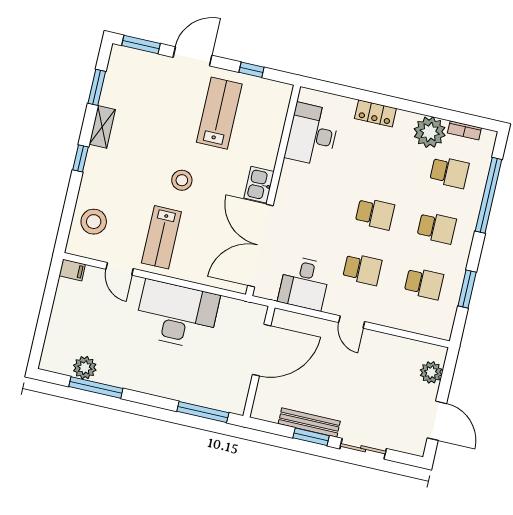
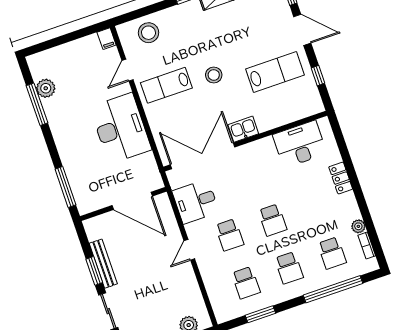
plant: (430, 132) -> (358, 226), width x0.53, depth x0.53

